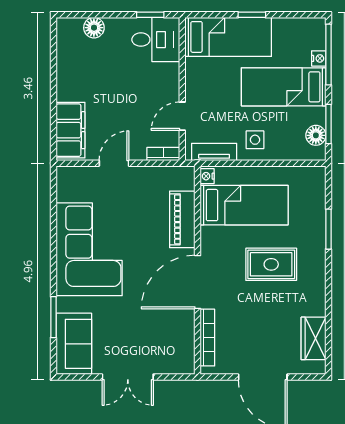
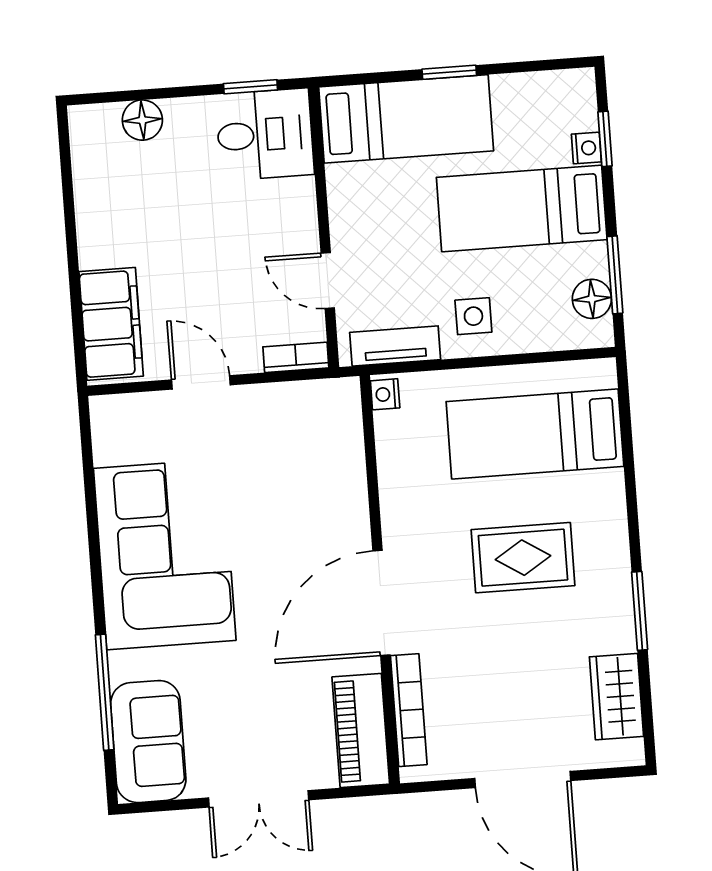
window: (328, 55) -> (605, 139), width x0.46
door: (182, 116) -> (328, 280), hinge flipped
door: (114, 163) -> (201, 382), hinge flipped
bed: (244, 205) -> (535, 434), moved, turned 180
piano: (182, 219) -> (361, 731), moved
window: (328, 229) -> (640, 611), moved
window: (53, 317) -> (105, 692), width x1.44

